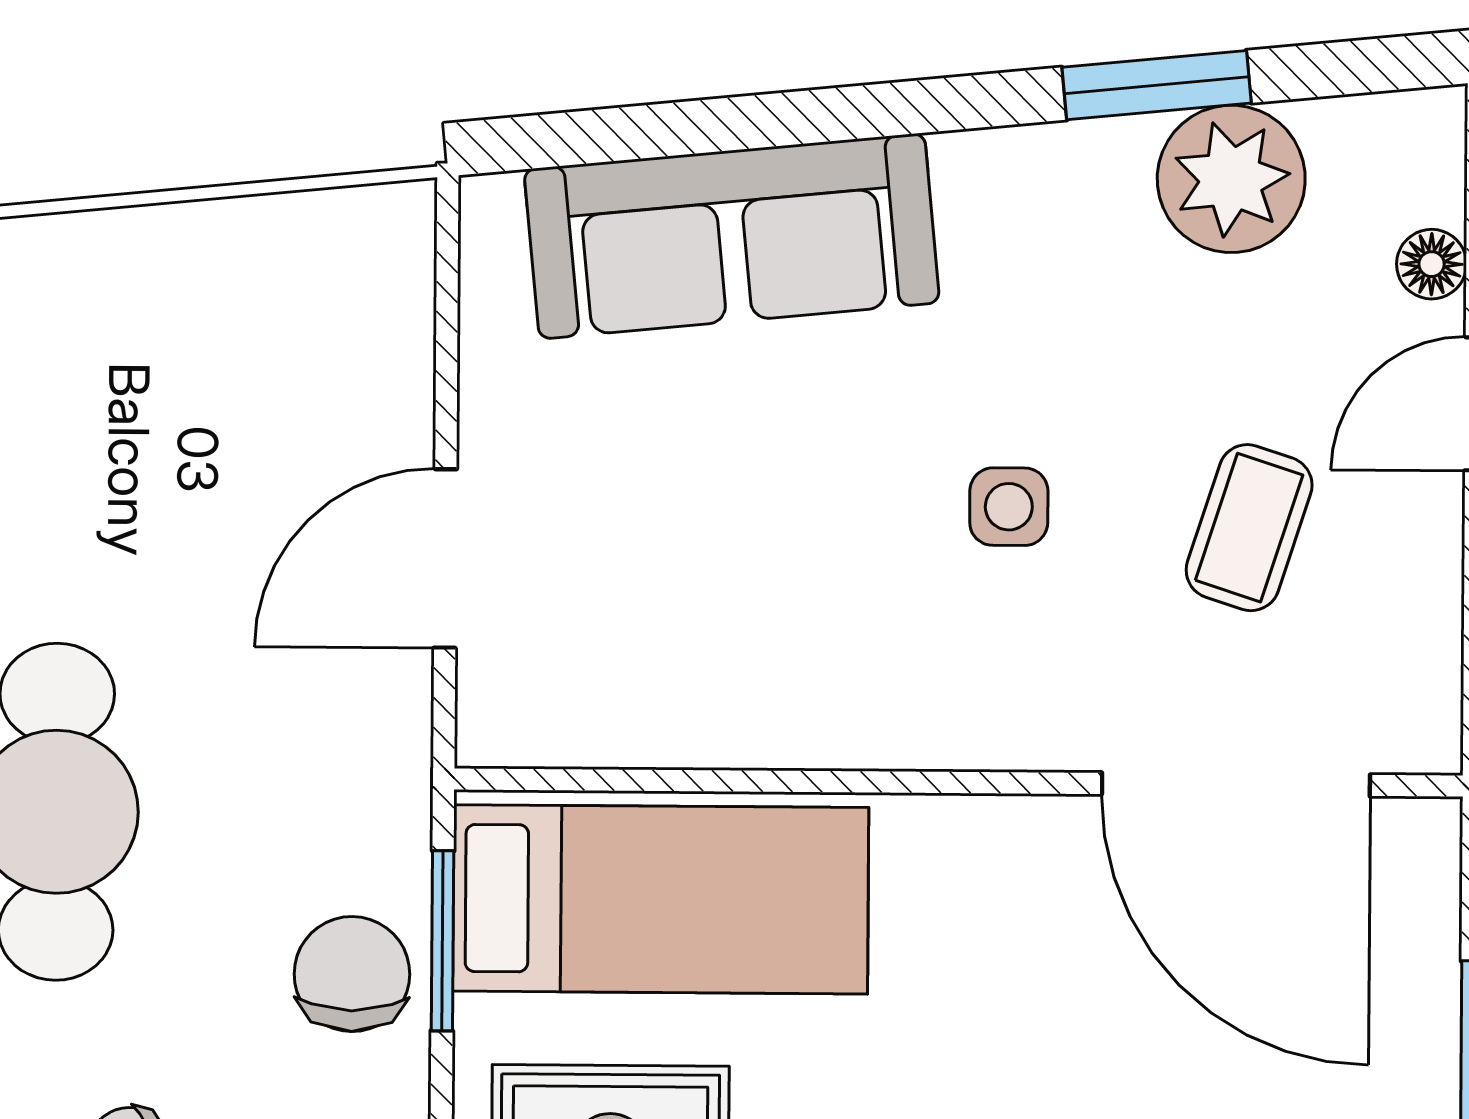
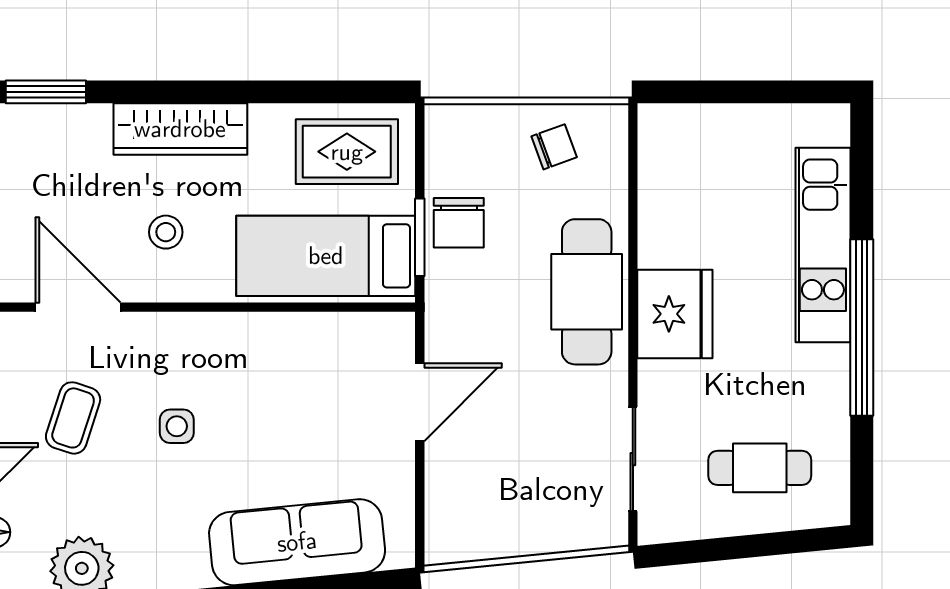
door: (1236, 784) -> (78, 307), width x0.73
stool: (1031, 957) -> (166, 232), added

